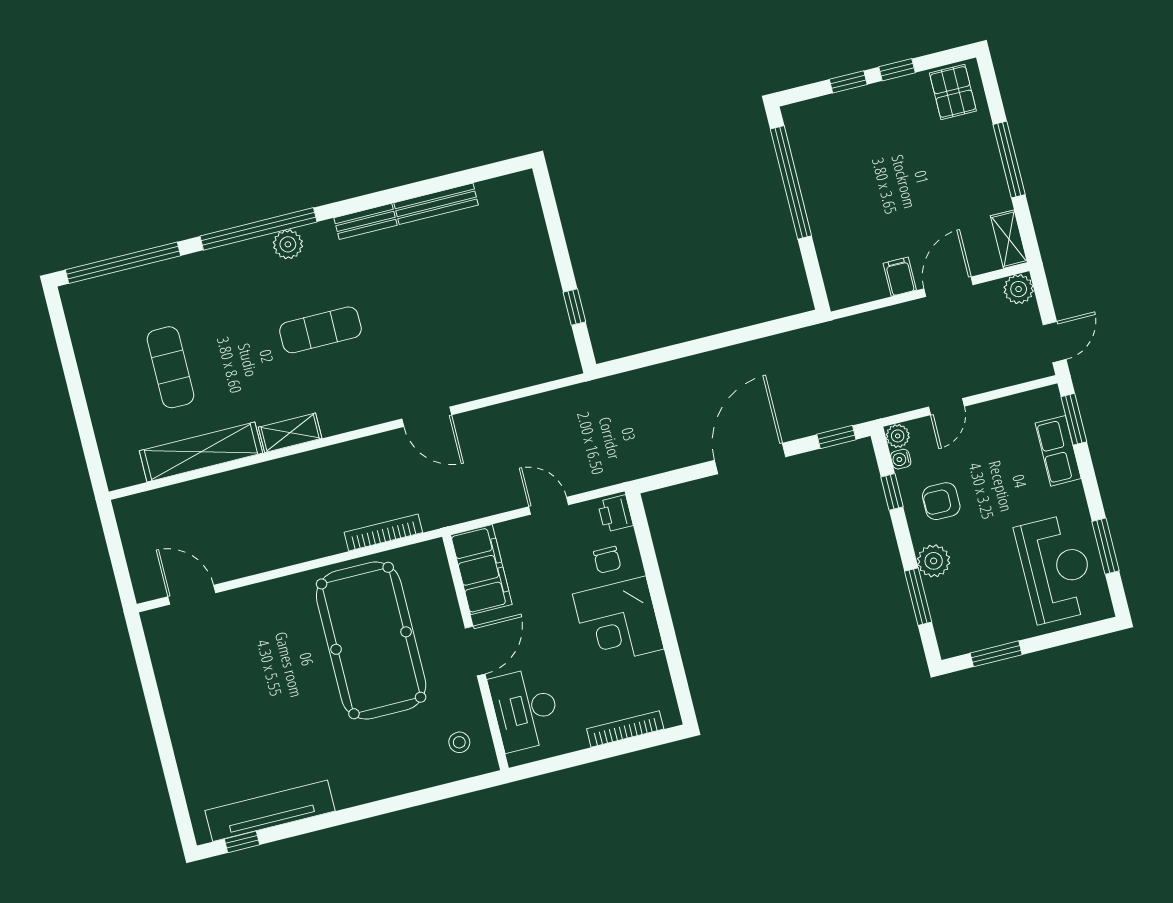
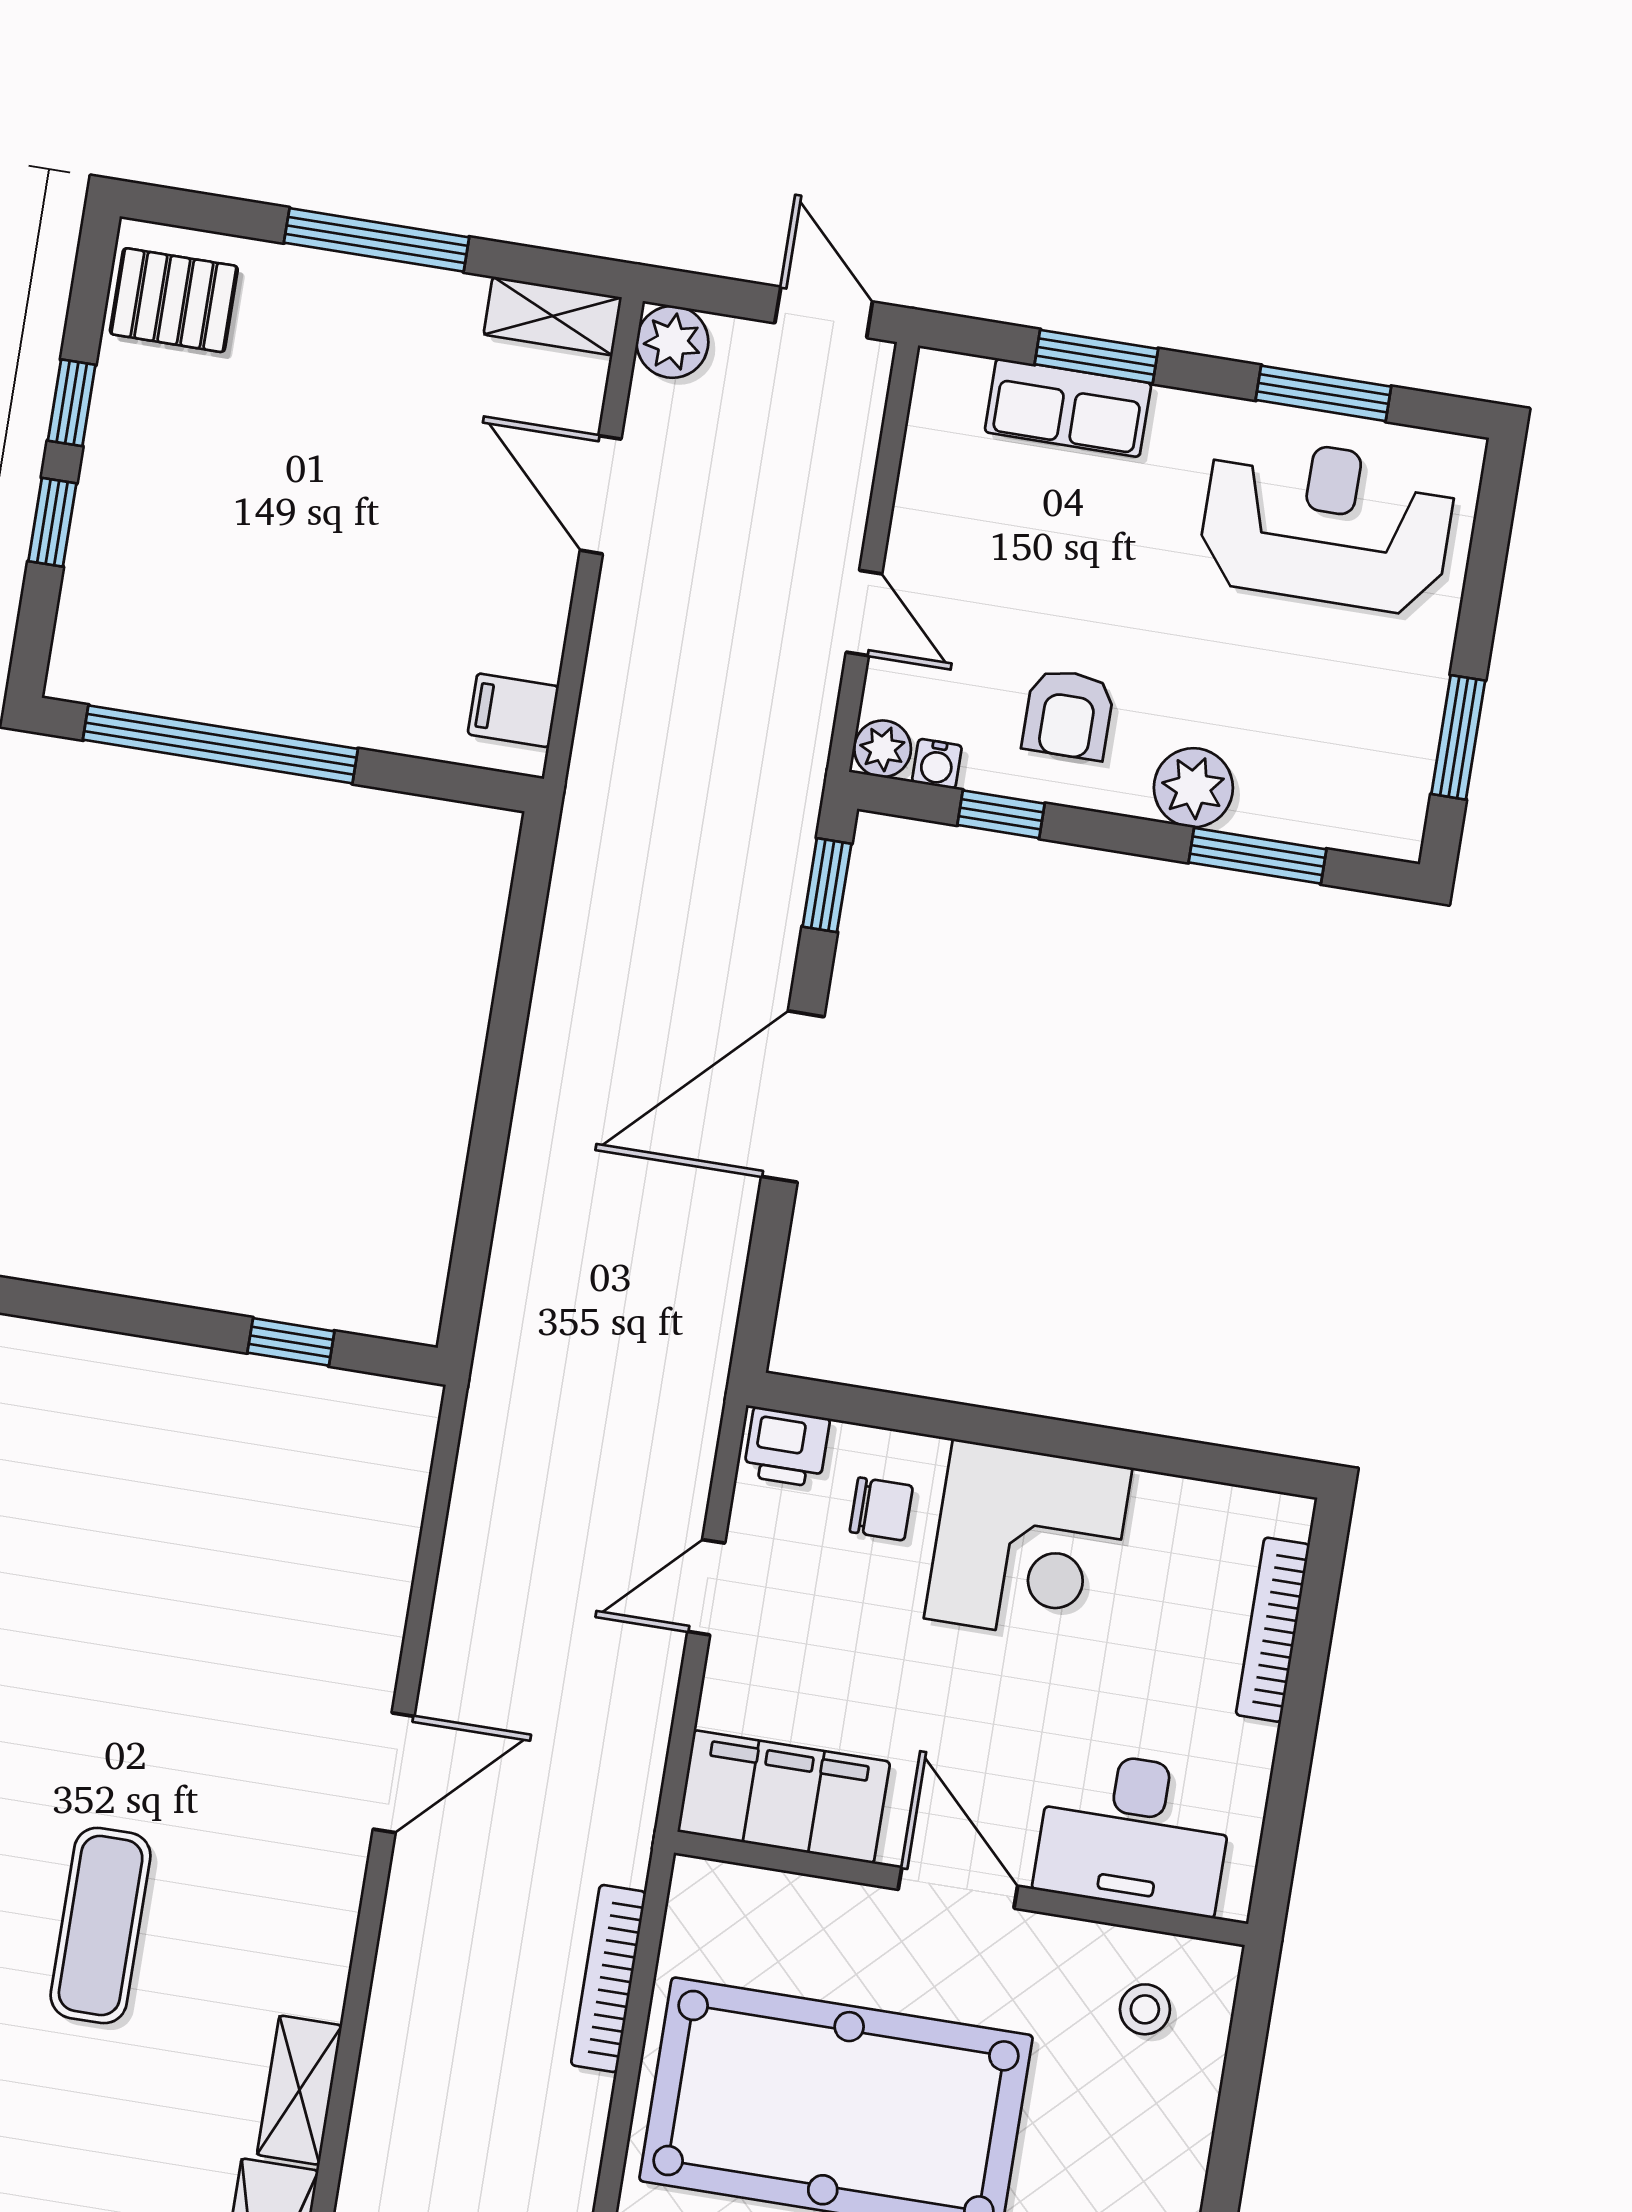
filing cabinet: (900, 277) -> (513, 710), moved
window: (1074, 419) -> (1096, 357), moved
door: (750, 458) -> (793, 1097), hinge flipped

